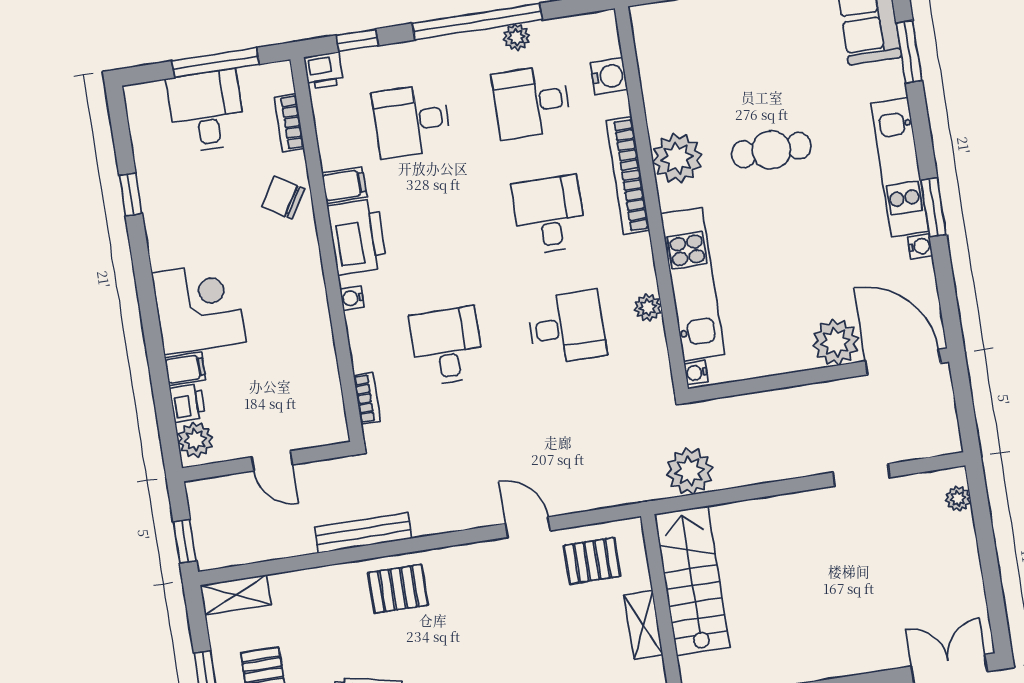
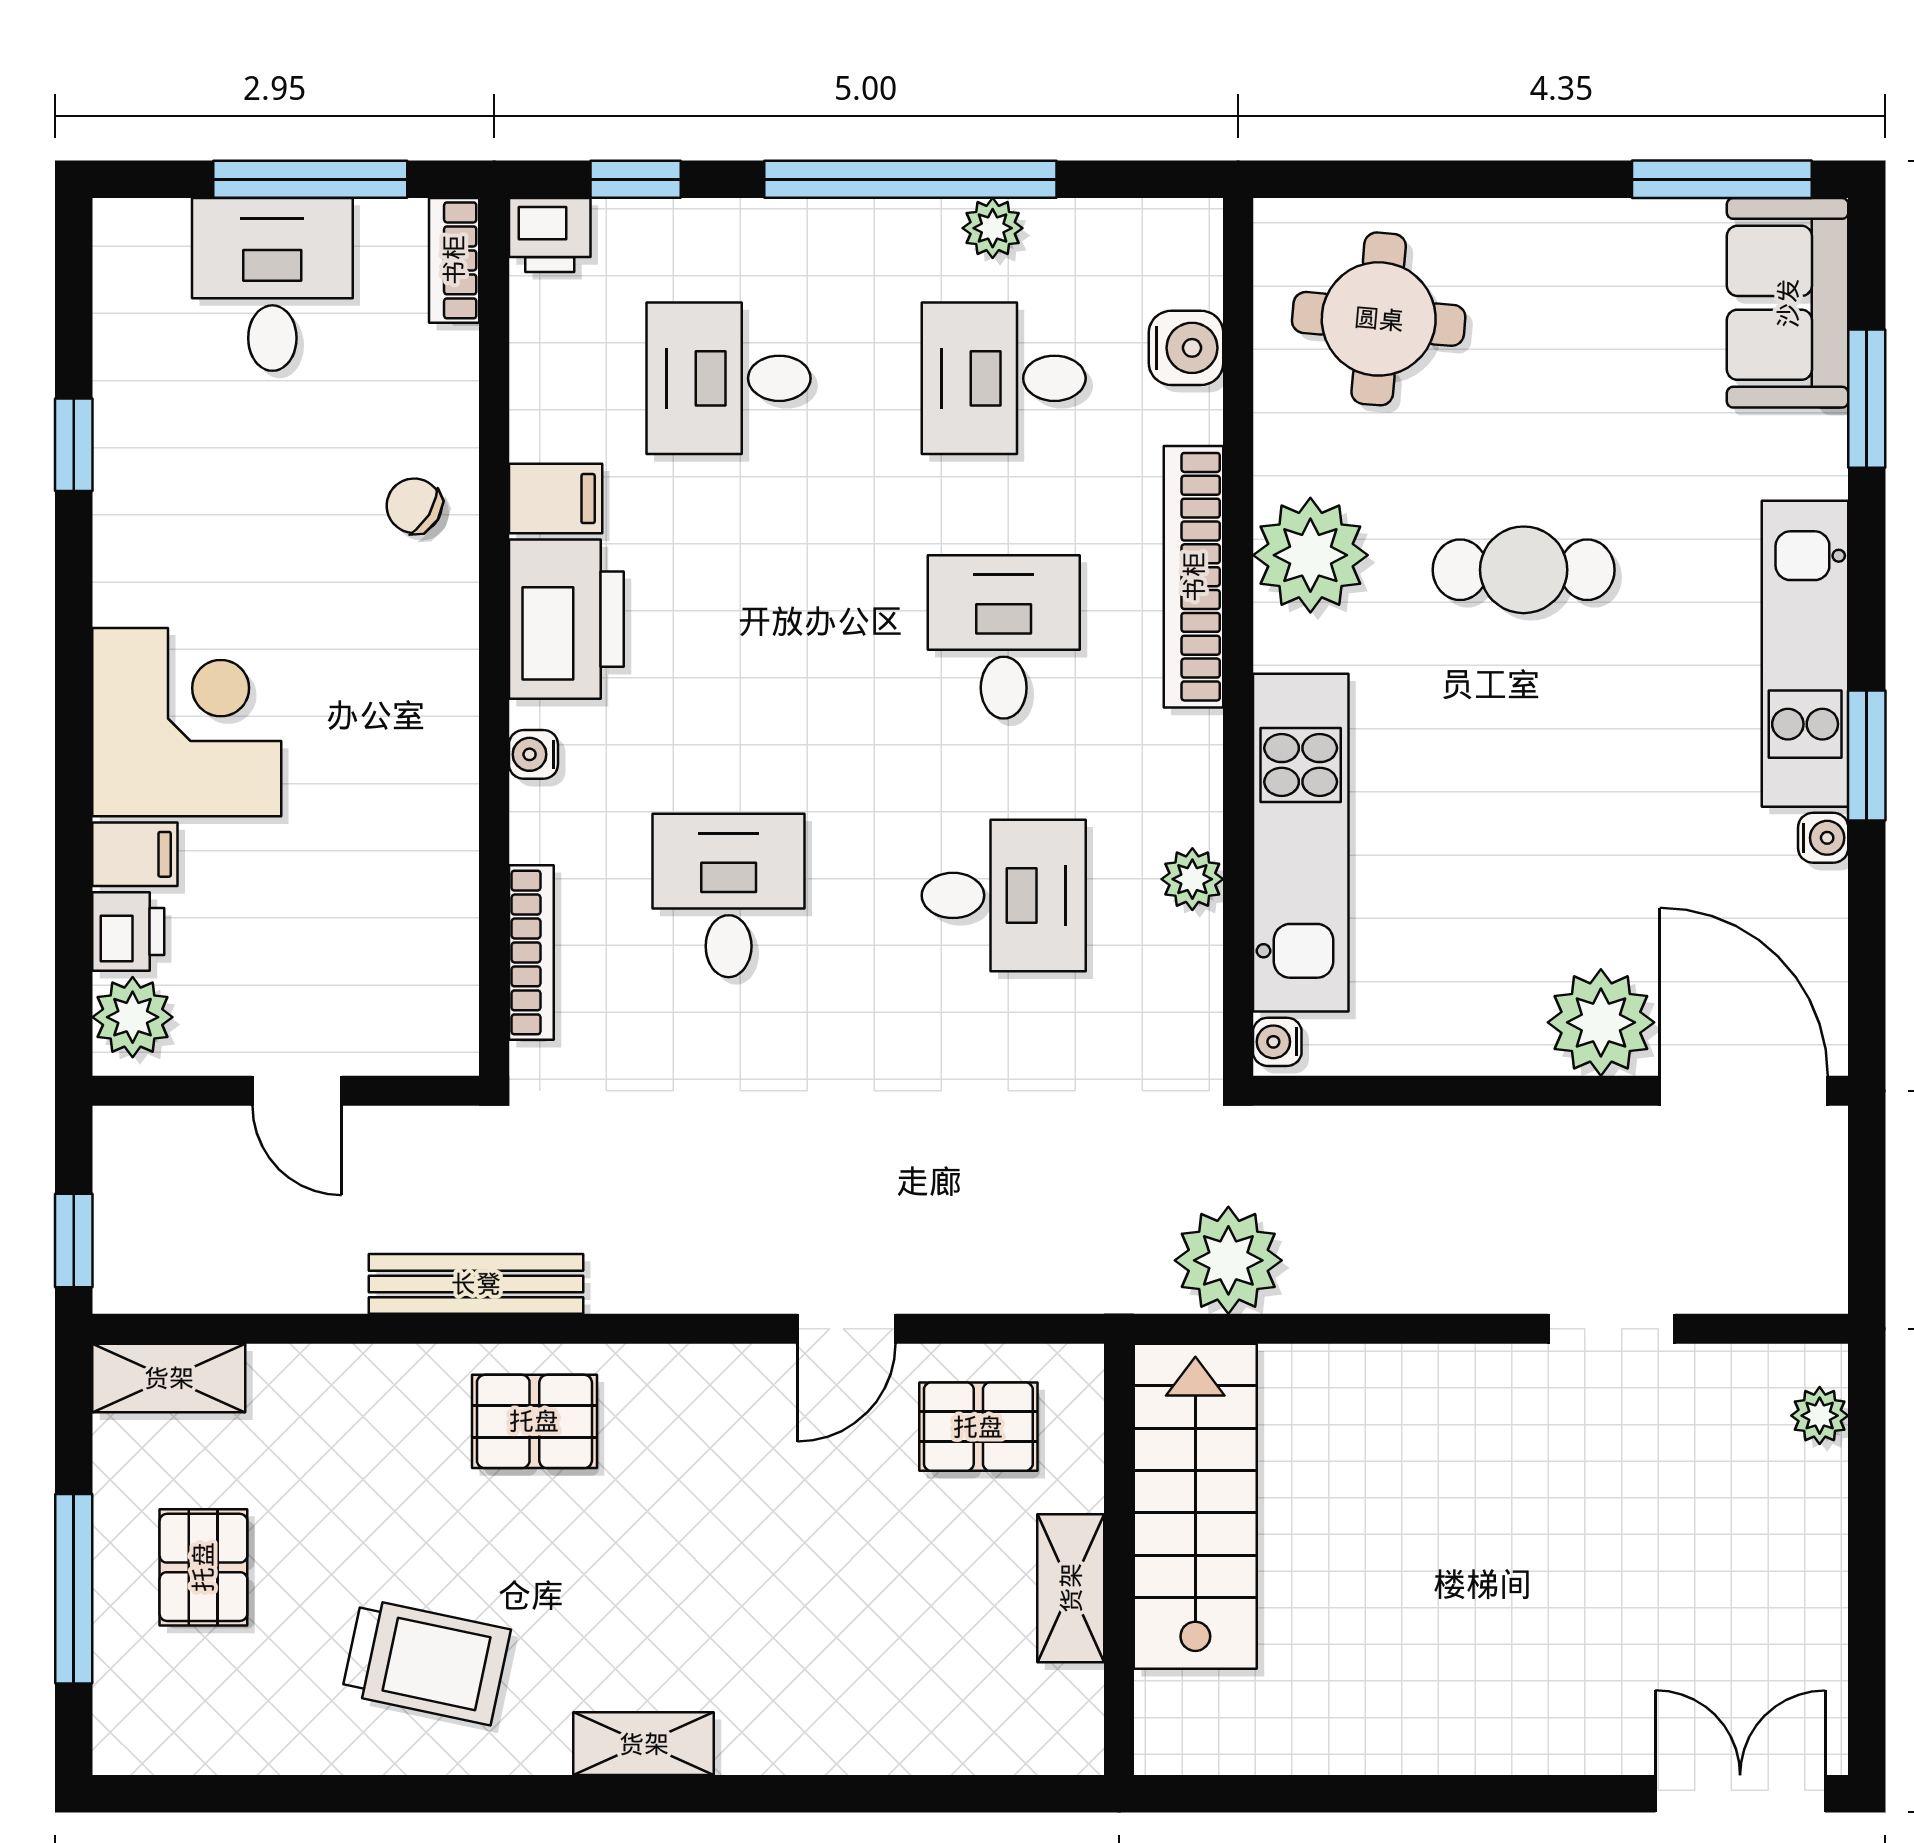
round table: (691, 50) -> (1379, 319), added
bookcase: (289, 123) -> (454, 260), moved
chair: (283, 198) -> (414, 506), width x0.73, depth x0.73
bookcase: (367, 398) -> (531, 952), width x1.56
door: (528, 527) -> (846, 1329), swing flipped

